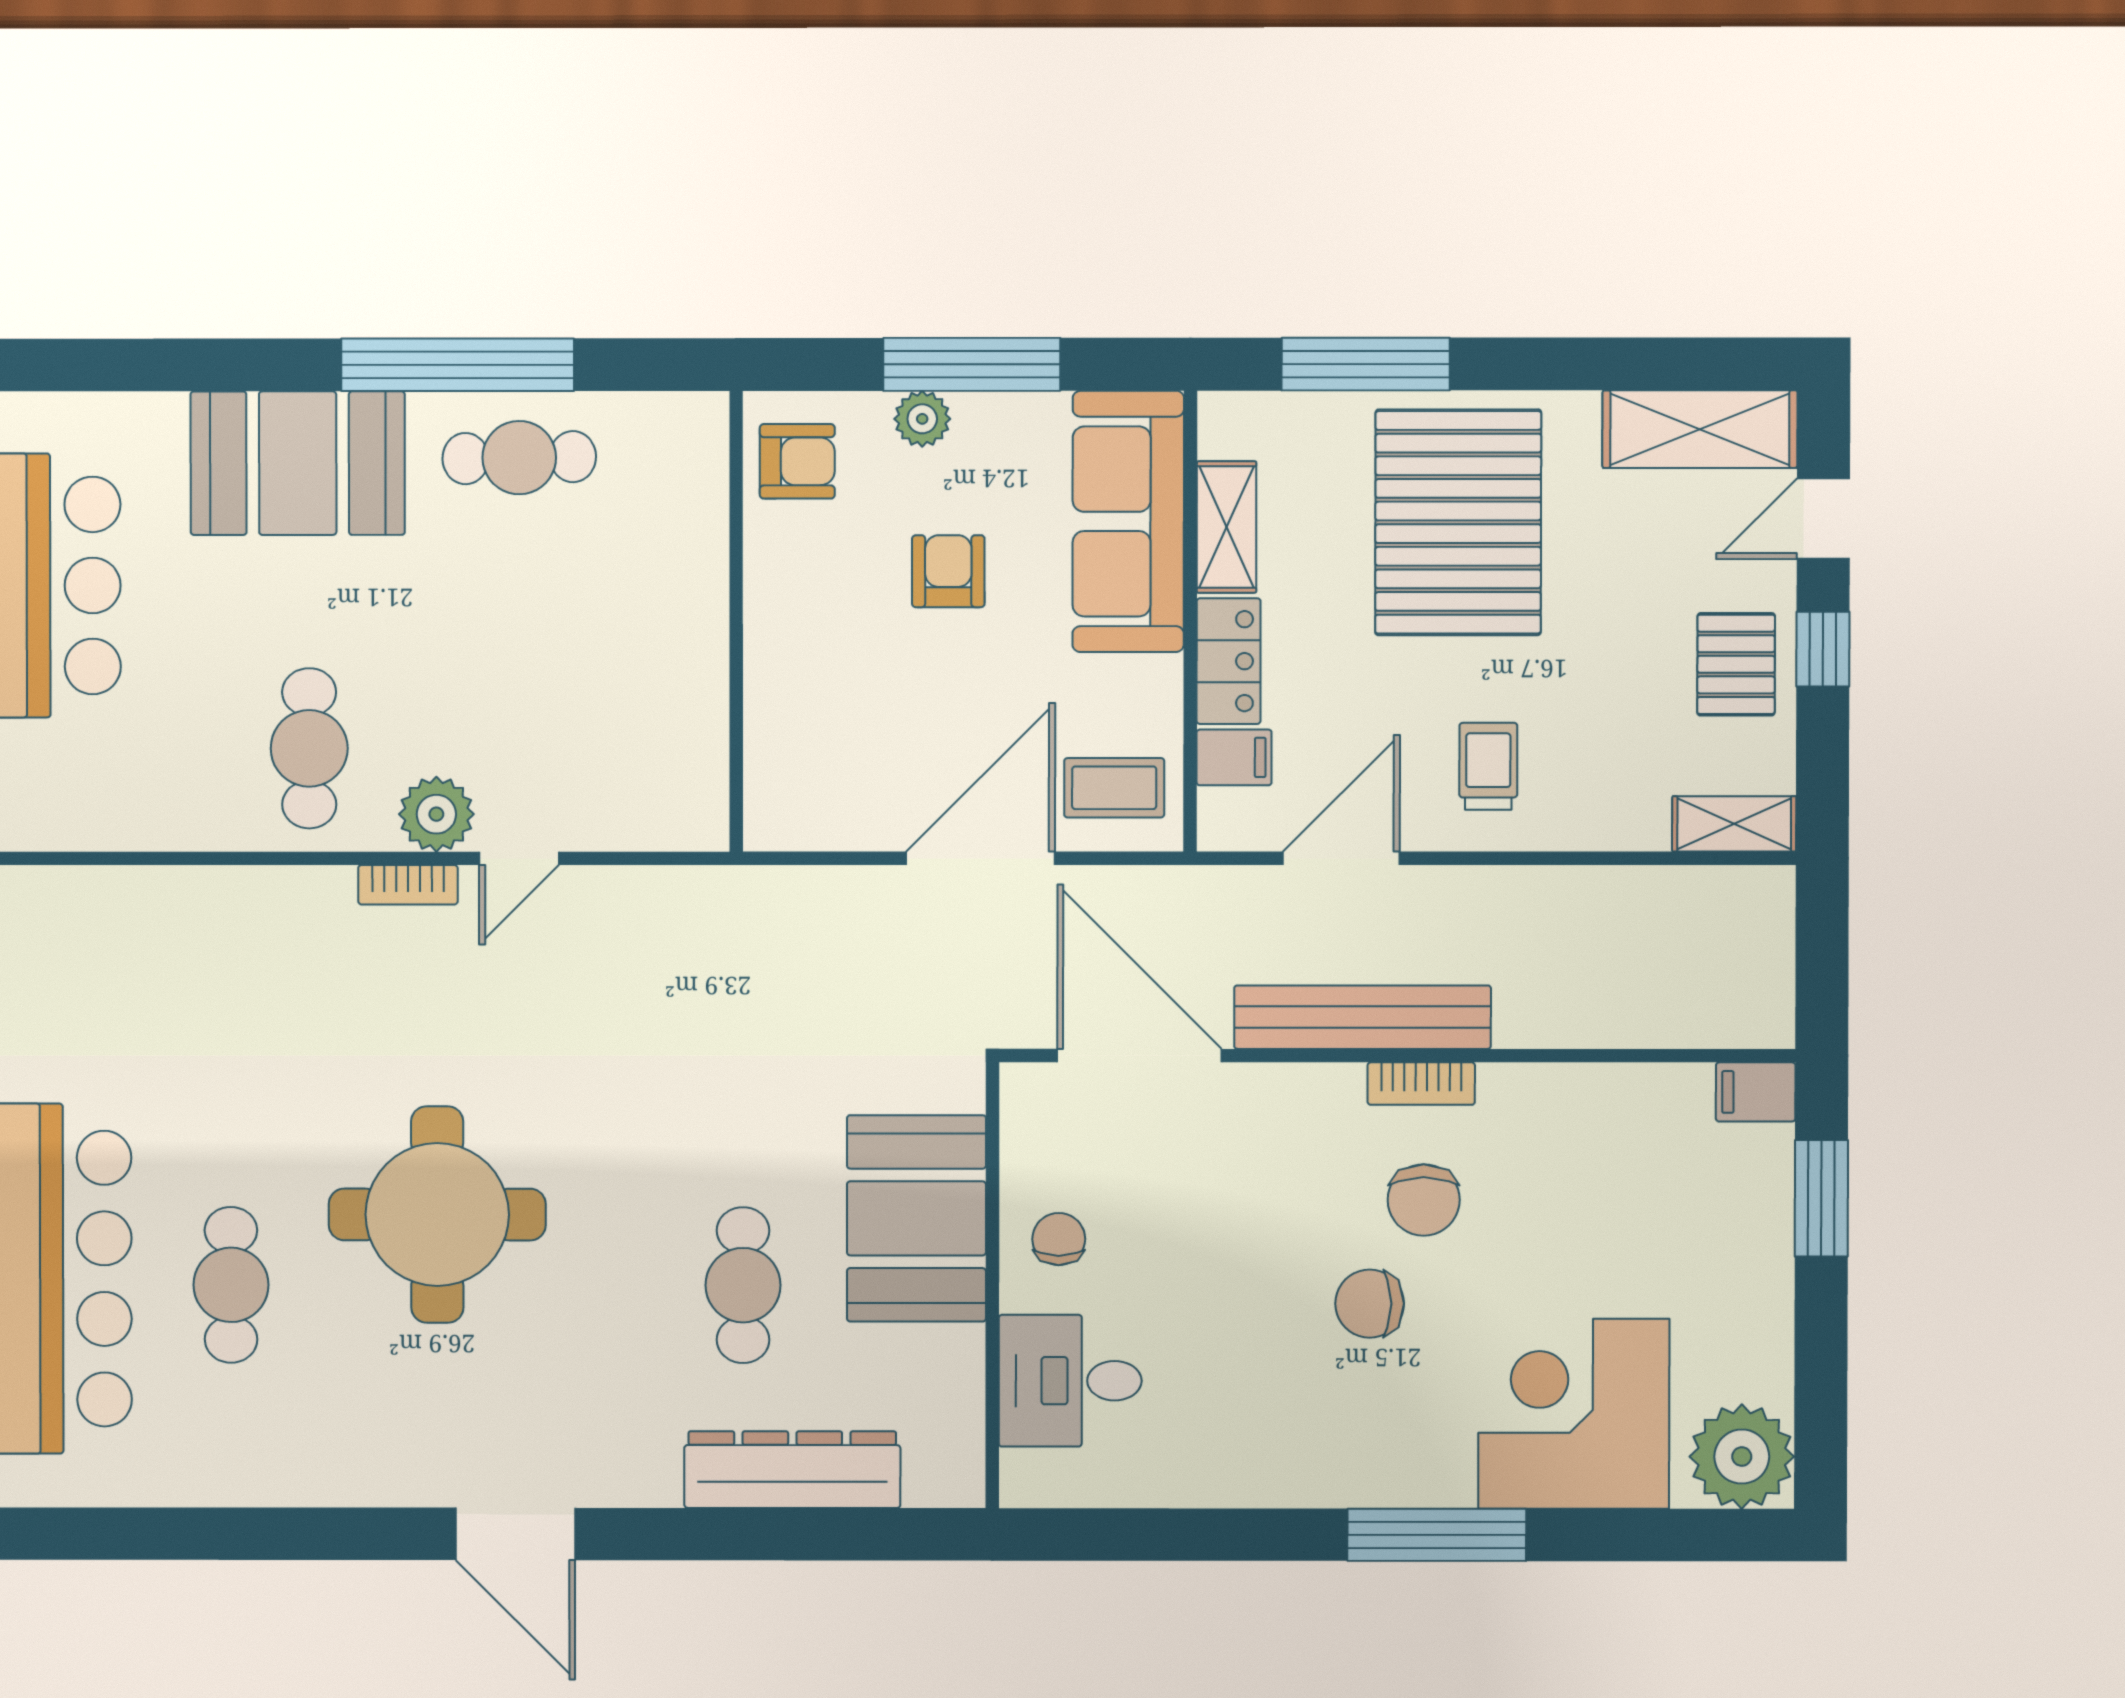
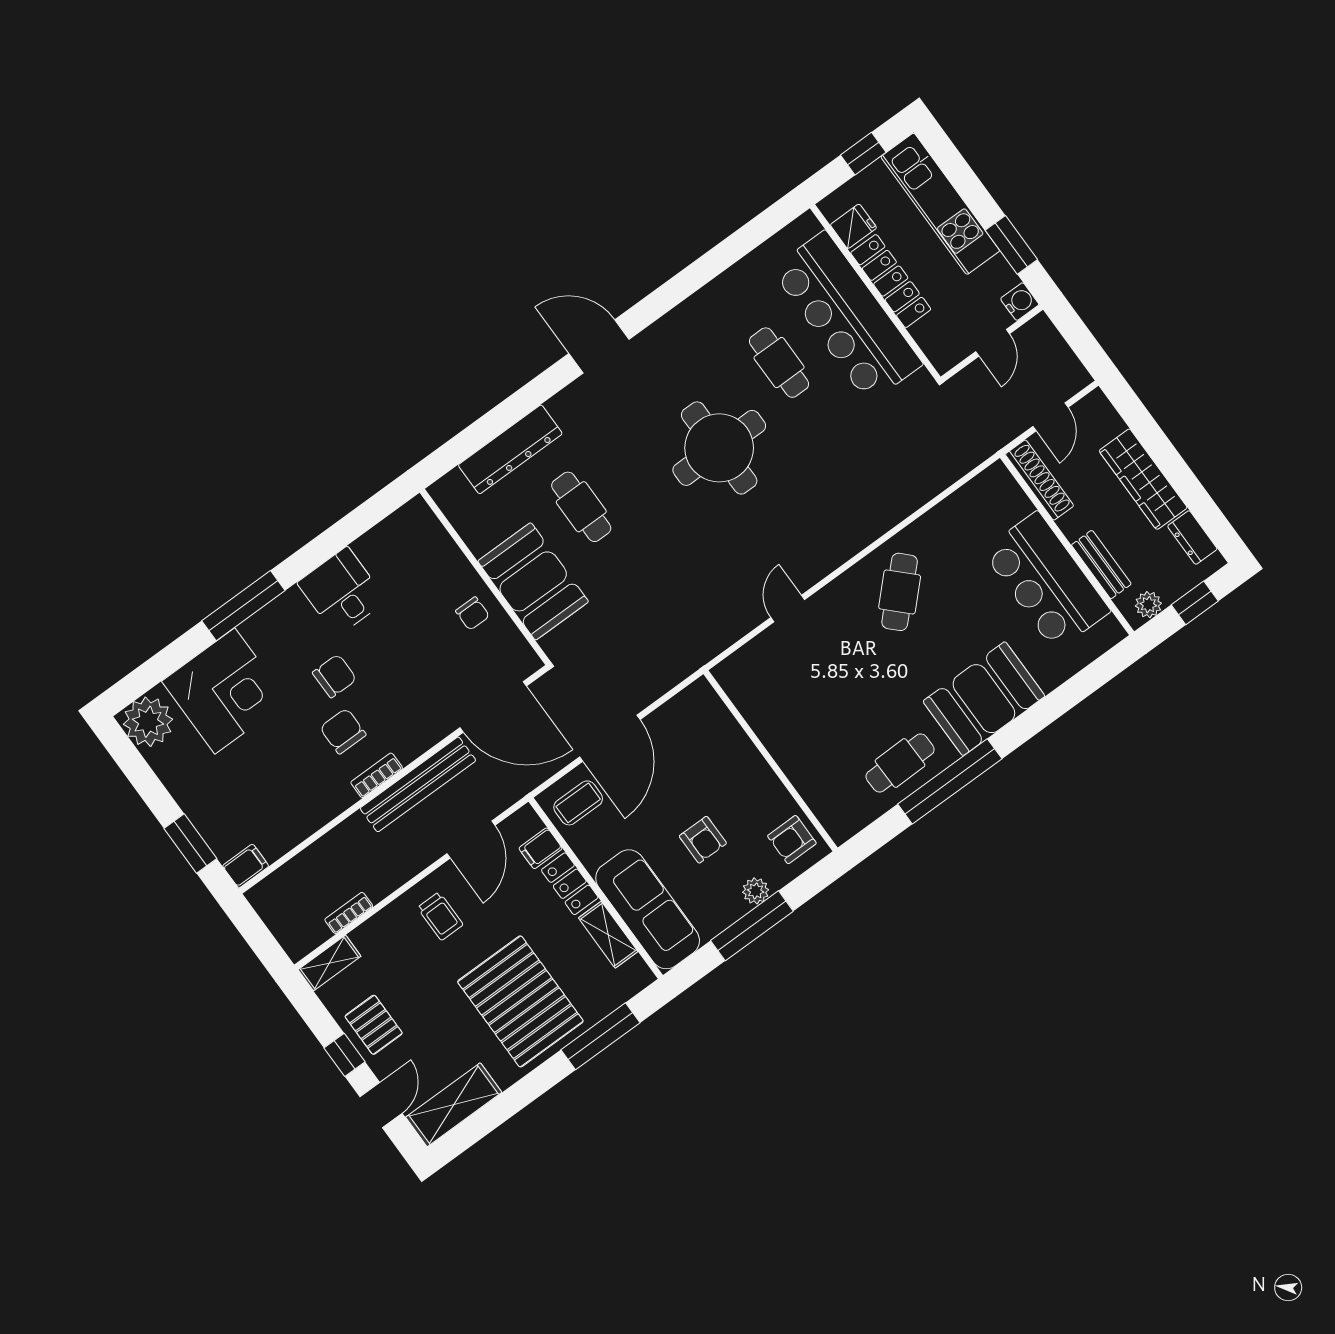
cafe table: (309, 748) -> (900, 592), turned 45
plant: (436, 814) -> (832, 602), removed
bookcase: (408, 885) -> (349, 913), moved
desk: (1070, 1381) -> (342, 592), moved, turned -90

